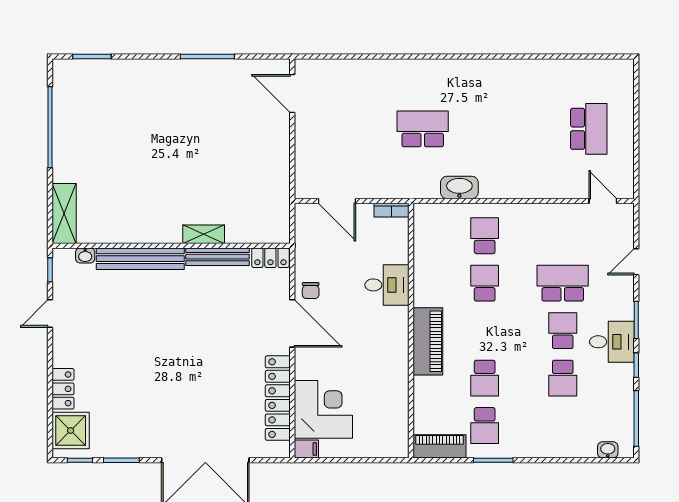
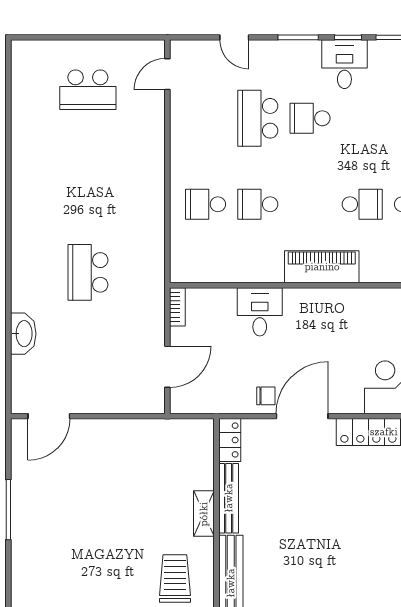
school desk: (589, 129) -> (88, 90), turned 180
washbasin: (459, 187) -> (23, 334), moved, turned 180
trolley: (145, 208) -> (175, 578), added
desk: (612, 342) -> (344, 64), moved
school desk: (563, 378) -> (362, 118), removed

